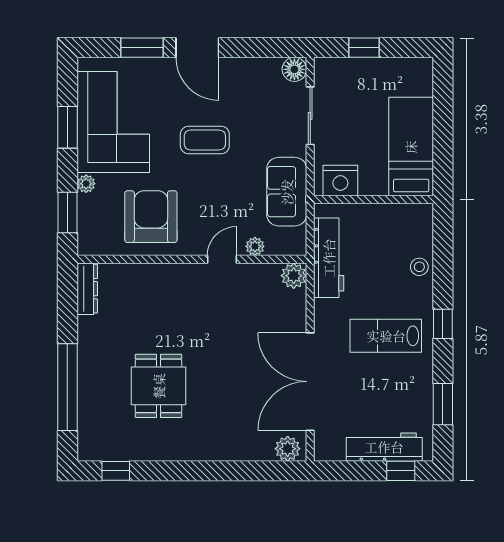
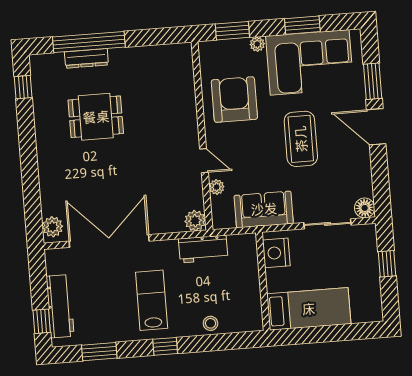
door: (197, 48) -> (376, 127), hinge flipped
coffee table: (205, 140) -> (301, 139), width x1.36, depth x1.32
armchair: (151, 217) -> (234, 100), turned -90
workbench: (329, 258) -> (203, 249), width x0.73
dresser: (87, 289) -> (86, 58), moved

